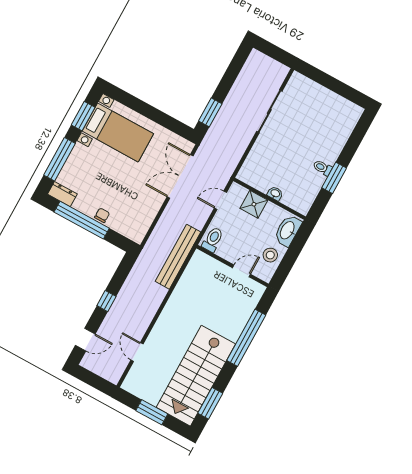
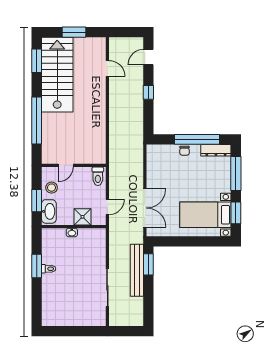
dresser: (62, 194) -> (216, 150), width x1.44
window: (295, 250) -> (37, 201), added
bench: (178, 257) -> (137, 270), moved

